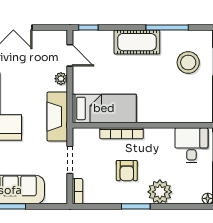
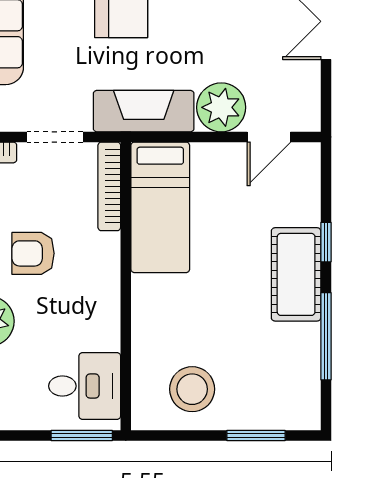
window: (88, 27) -> (326, 242), moved
stool: (188, 62) -> (192, 389), moved
plant: (61, 79) -> (221, 107), width x1.88, depth x1.88
bookcase: (121, 133) -> (109, 186), moved

